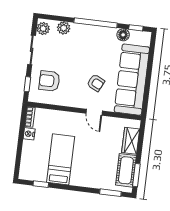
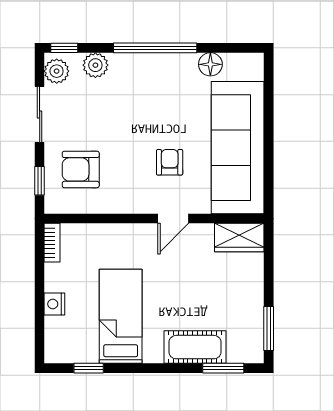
window: (136, 28) -> (64, 48), moved
armchair: (96, 83) -> (170, 162), turned -116
door: (94, 112) -> (173, 219), hinge flipped
nightstand: (29, 134) -> (54, 304), moved
wardrobe: (131, 141) -> (239, 238), moved, turned -90
cot: (126, 170) -> (195, 347), moved, turned 90

